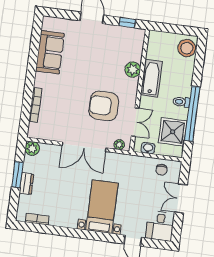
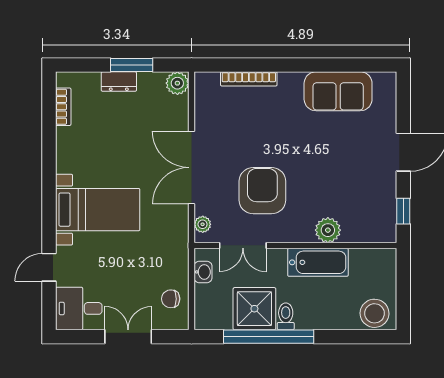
shower: (173, 132) -> (254, 309), moved

